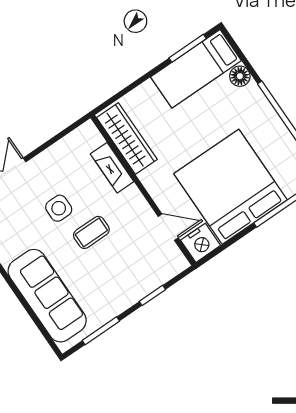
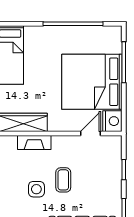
floor lamp: (240, 76) -> (32, 33), removed

